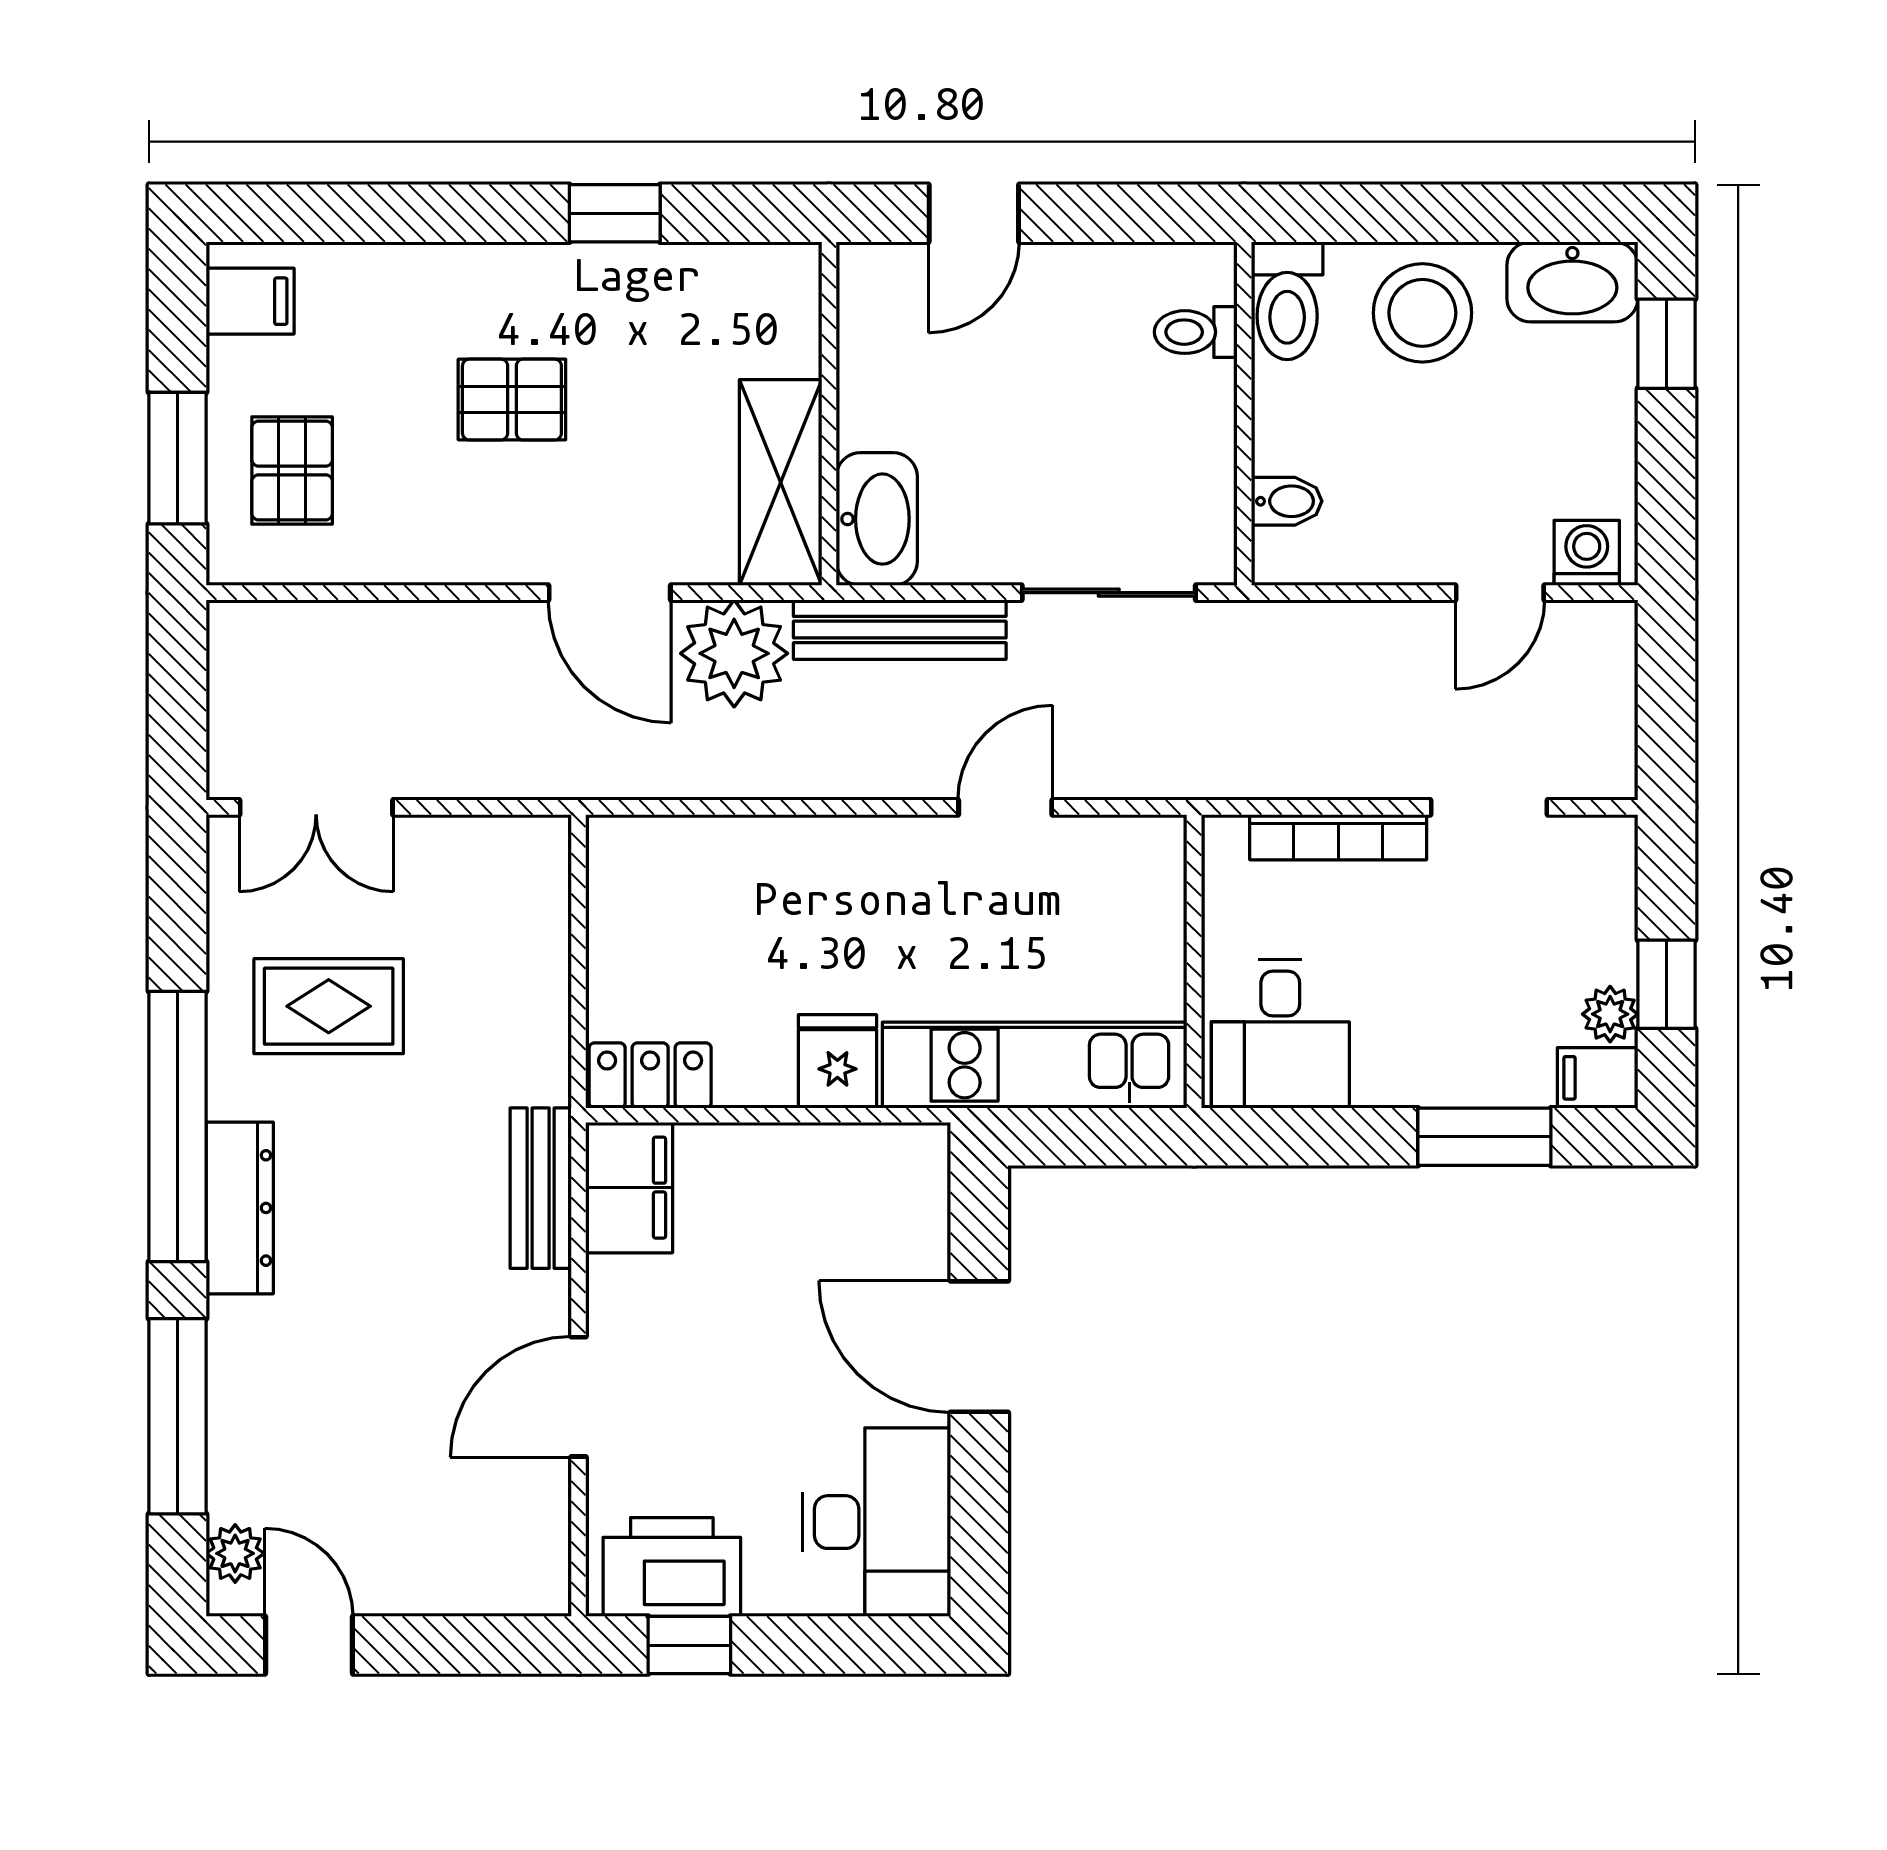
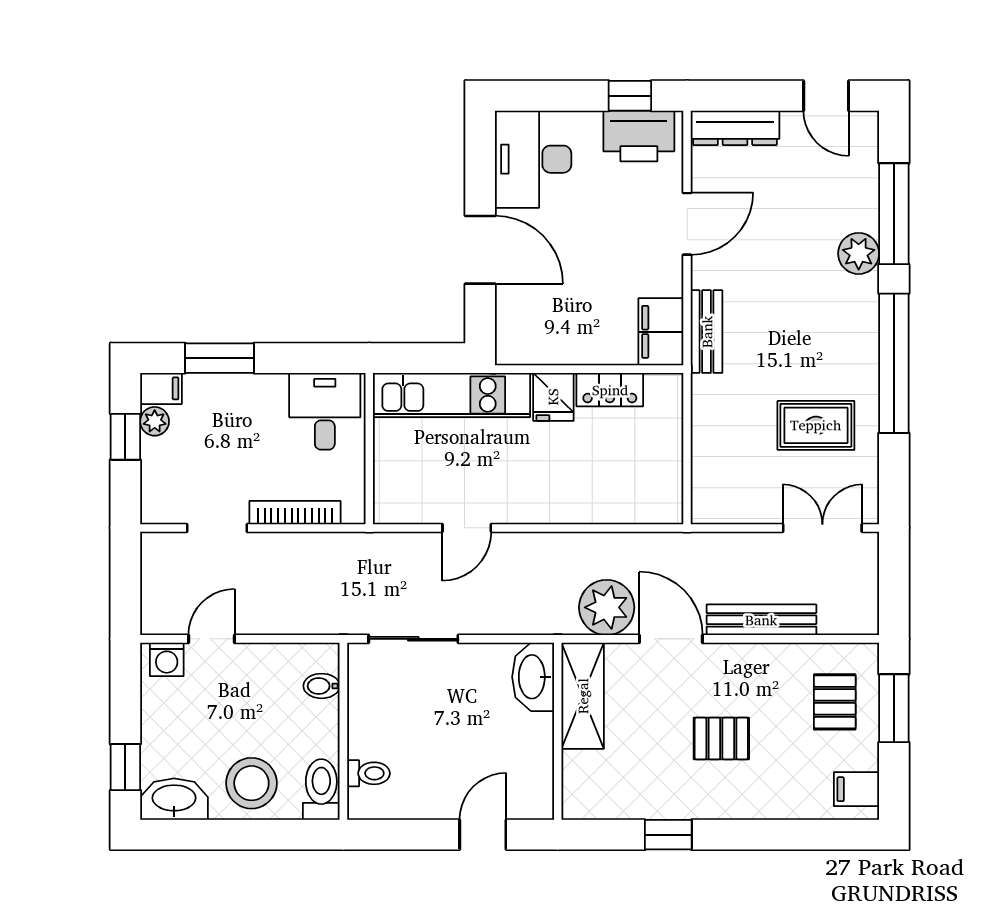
bench: (900, 630) -> (761, 620), moved
locker: (650, 1075) -> (610, 390), moved
dresser: (240, 1208) -> (735, 128), moved, turned -90
plant: (235, 1553) -> (859, 253), moved, width x1.38, depth x1.38

